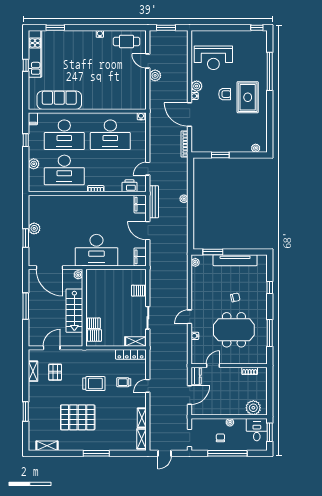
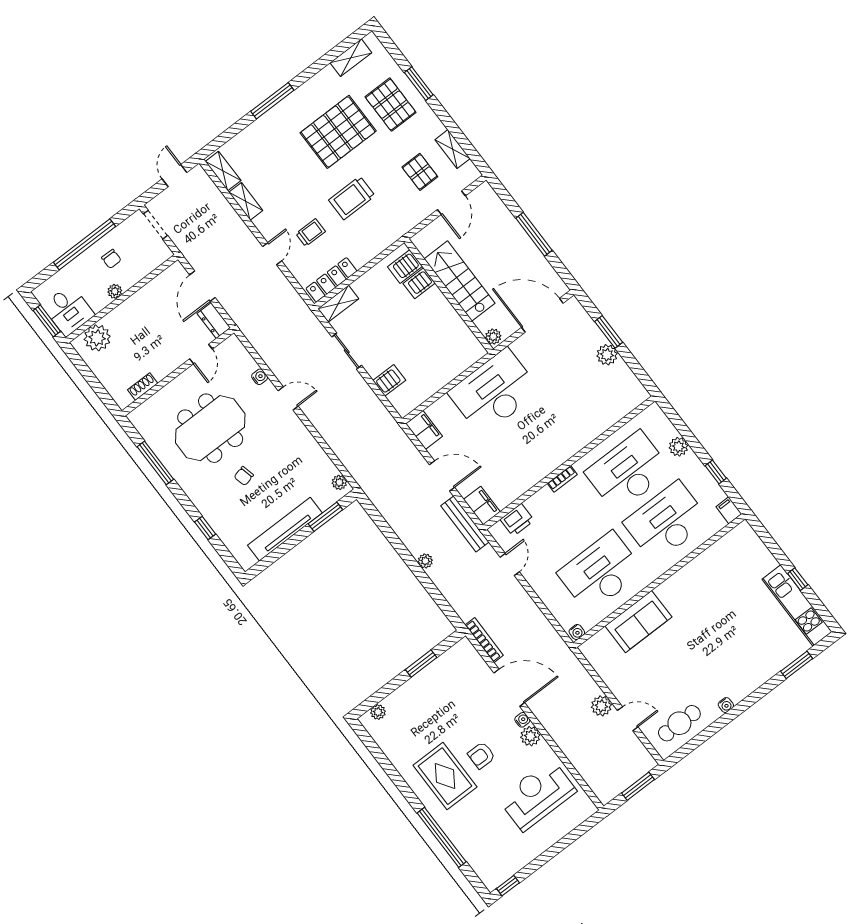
sofa: (59, 100) -> (639, 622), moved, width x0.73
door: (190, 317) -> (288, 398), hinge flipped
pallet: (45, 412) -> (391, 105), added

